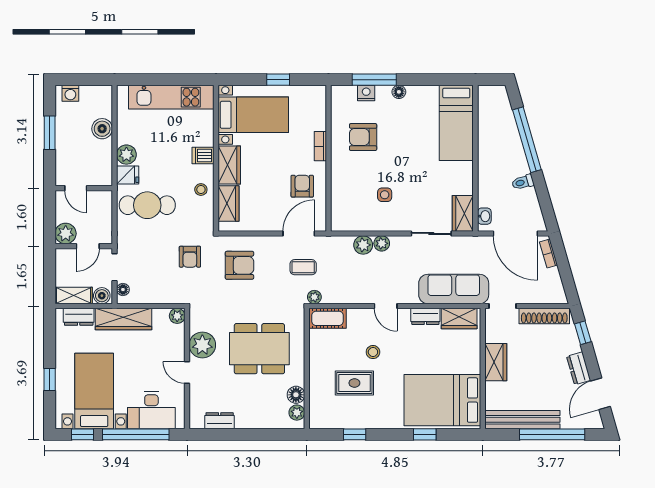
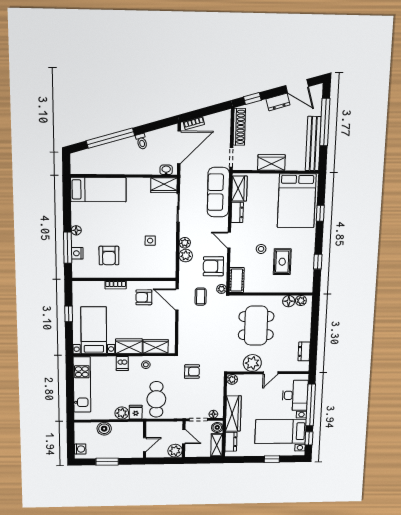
armchair: (239, 265) -> (213, 266), moved, turned -90
door: (386, 306) -> (229, 240), swing flipped

